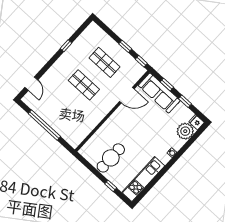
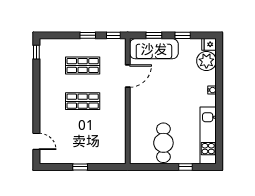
window: (66, 46) -> (36, 52), moved
window: (44, 125) -> (80, 167), width x0.32

